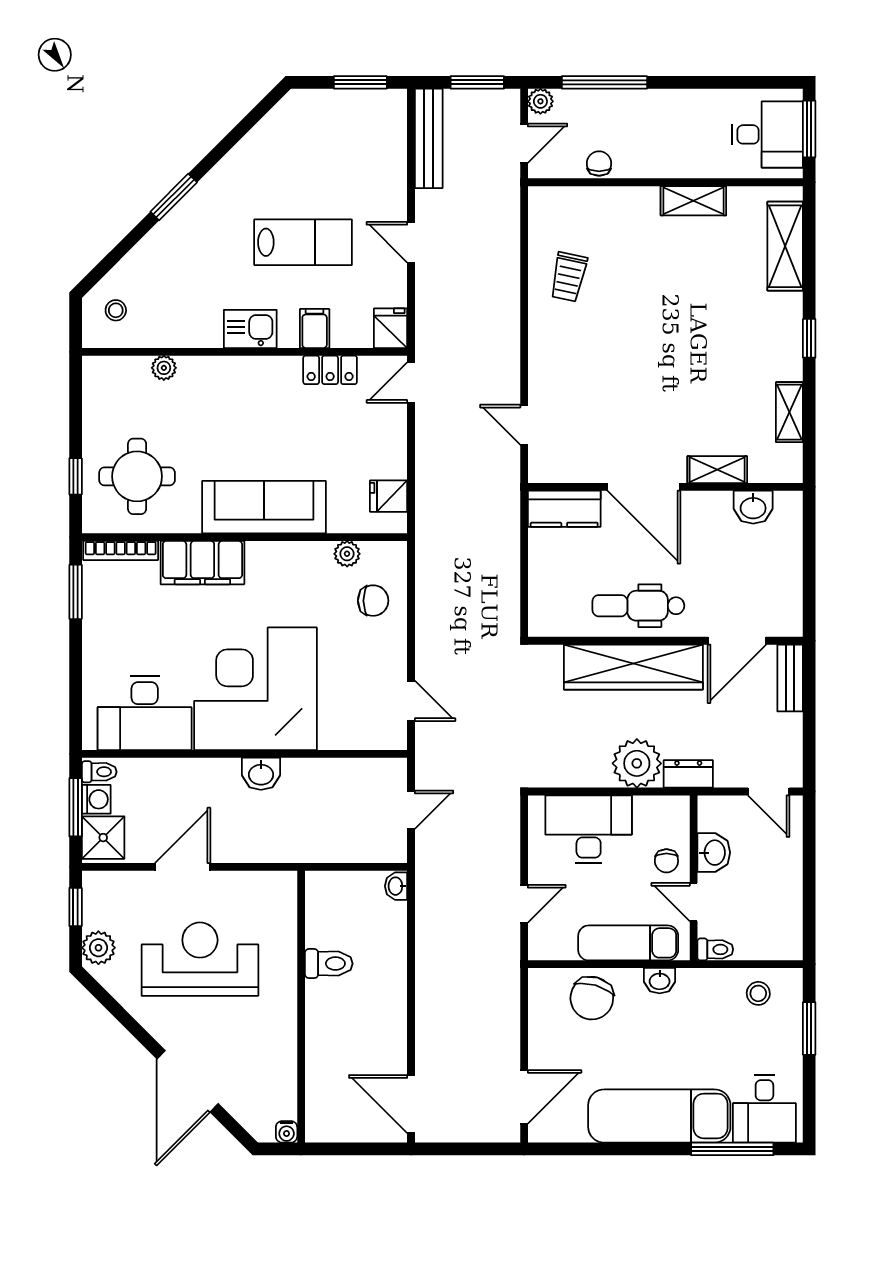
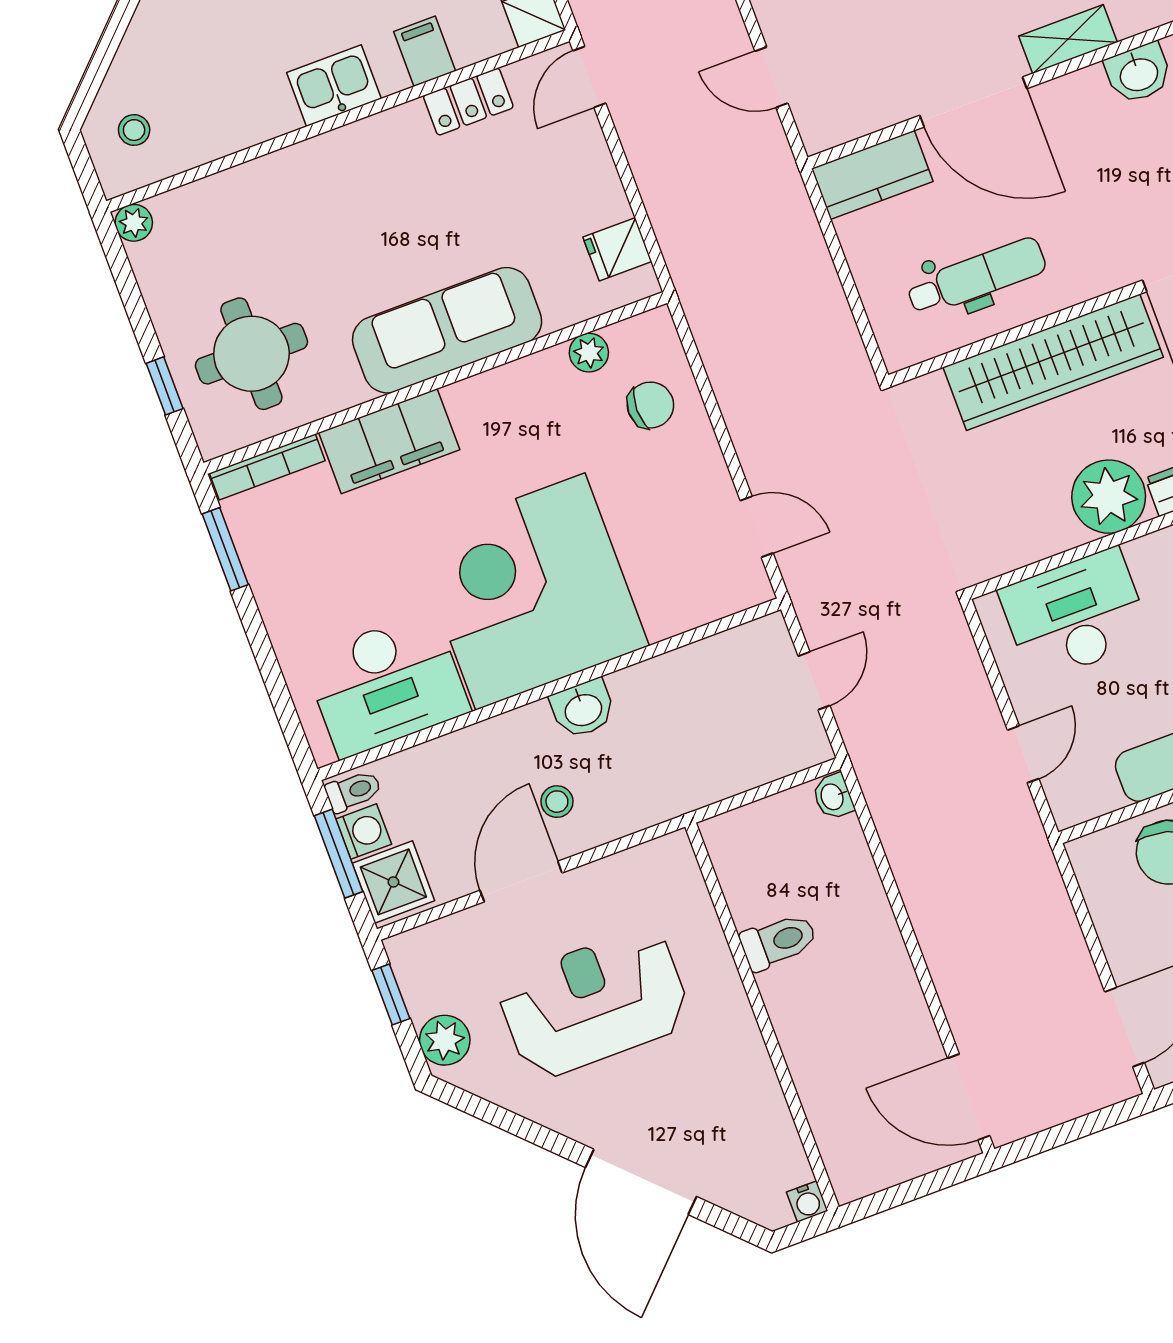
plant: (164, 368) -> (134, 223), moved
dental chair: (638, 606) -> (976, 277), moved, turned 180
stool: (223, 825) -> (557, 802), added

